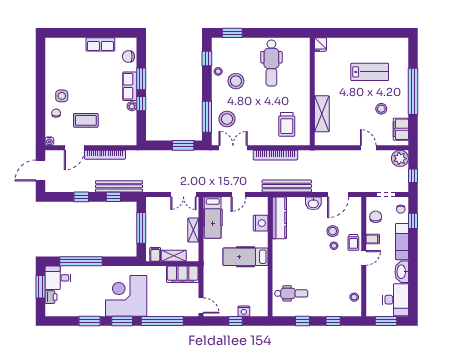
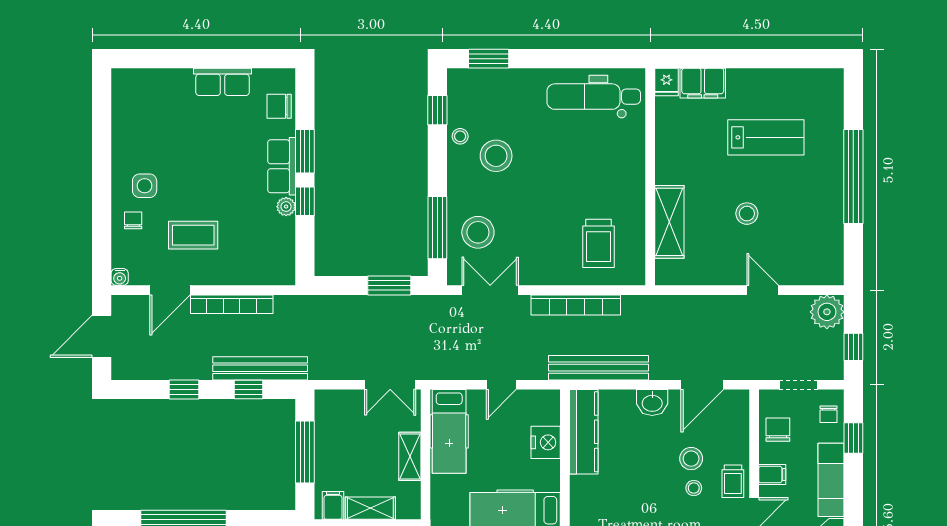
dental chair: (271, 63) -> (594, 97), moved, turned 90
stool: (381, 109) -> (747, 214), moved
filing cabinet: (401, 129) -> (703, 83), moved, turned -90

